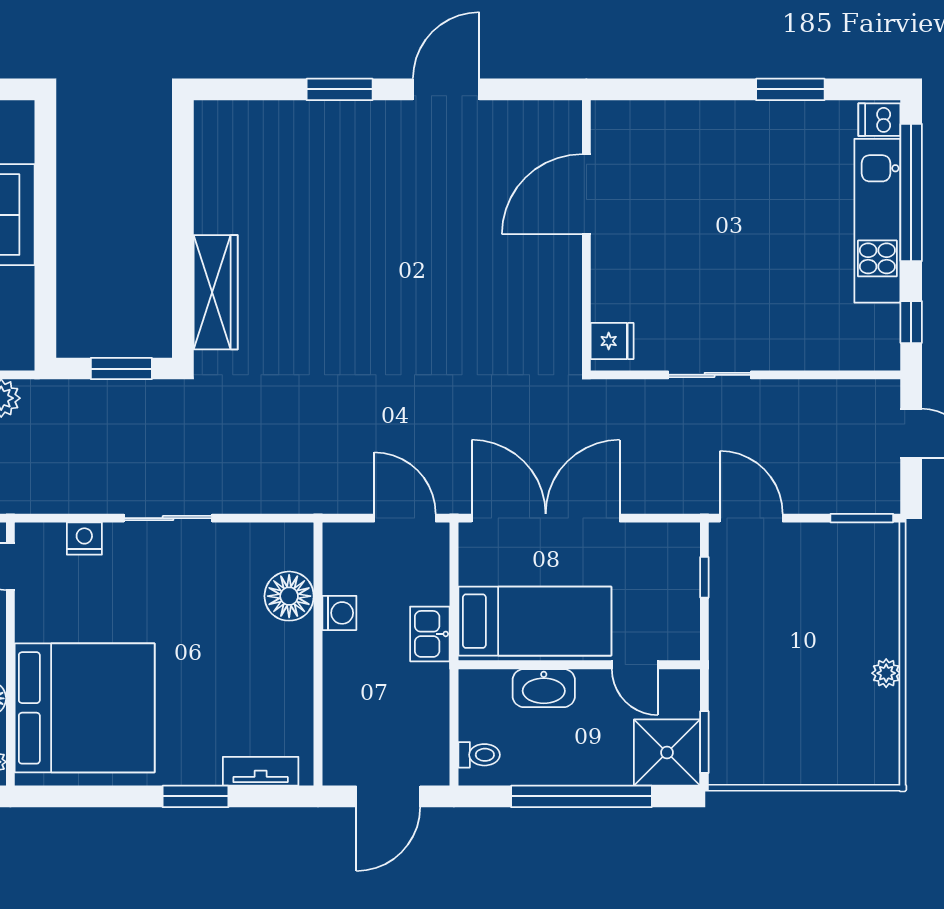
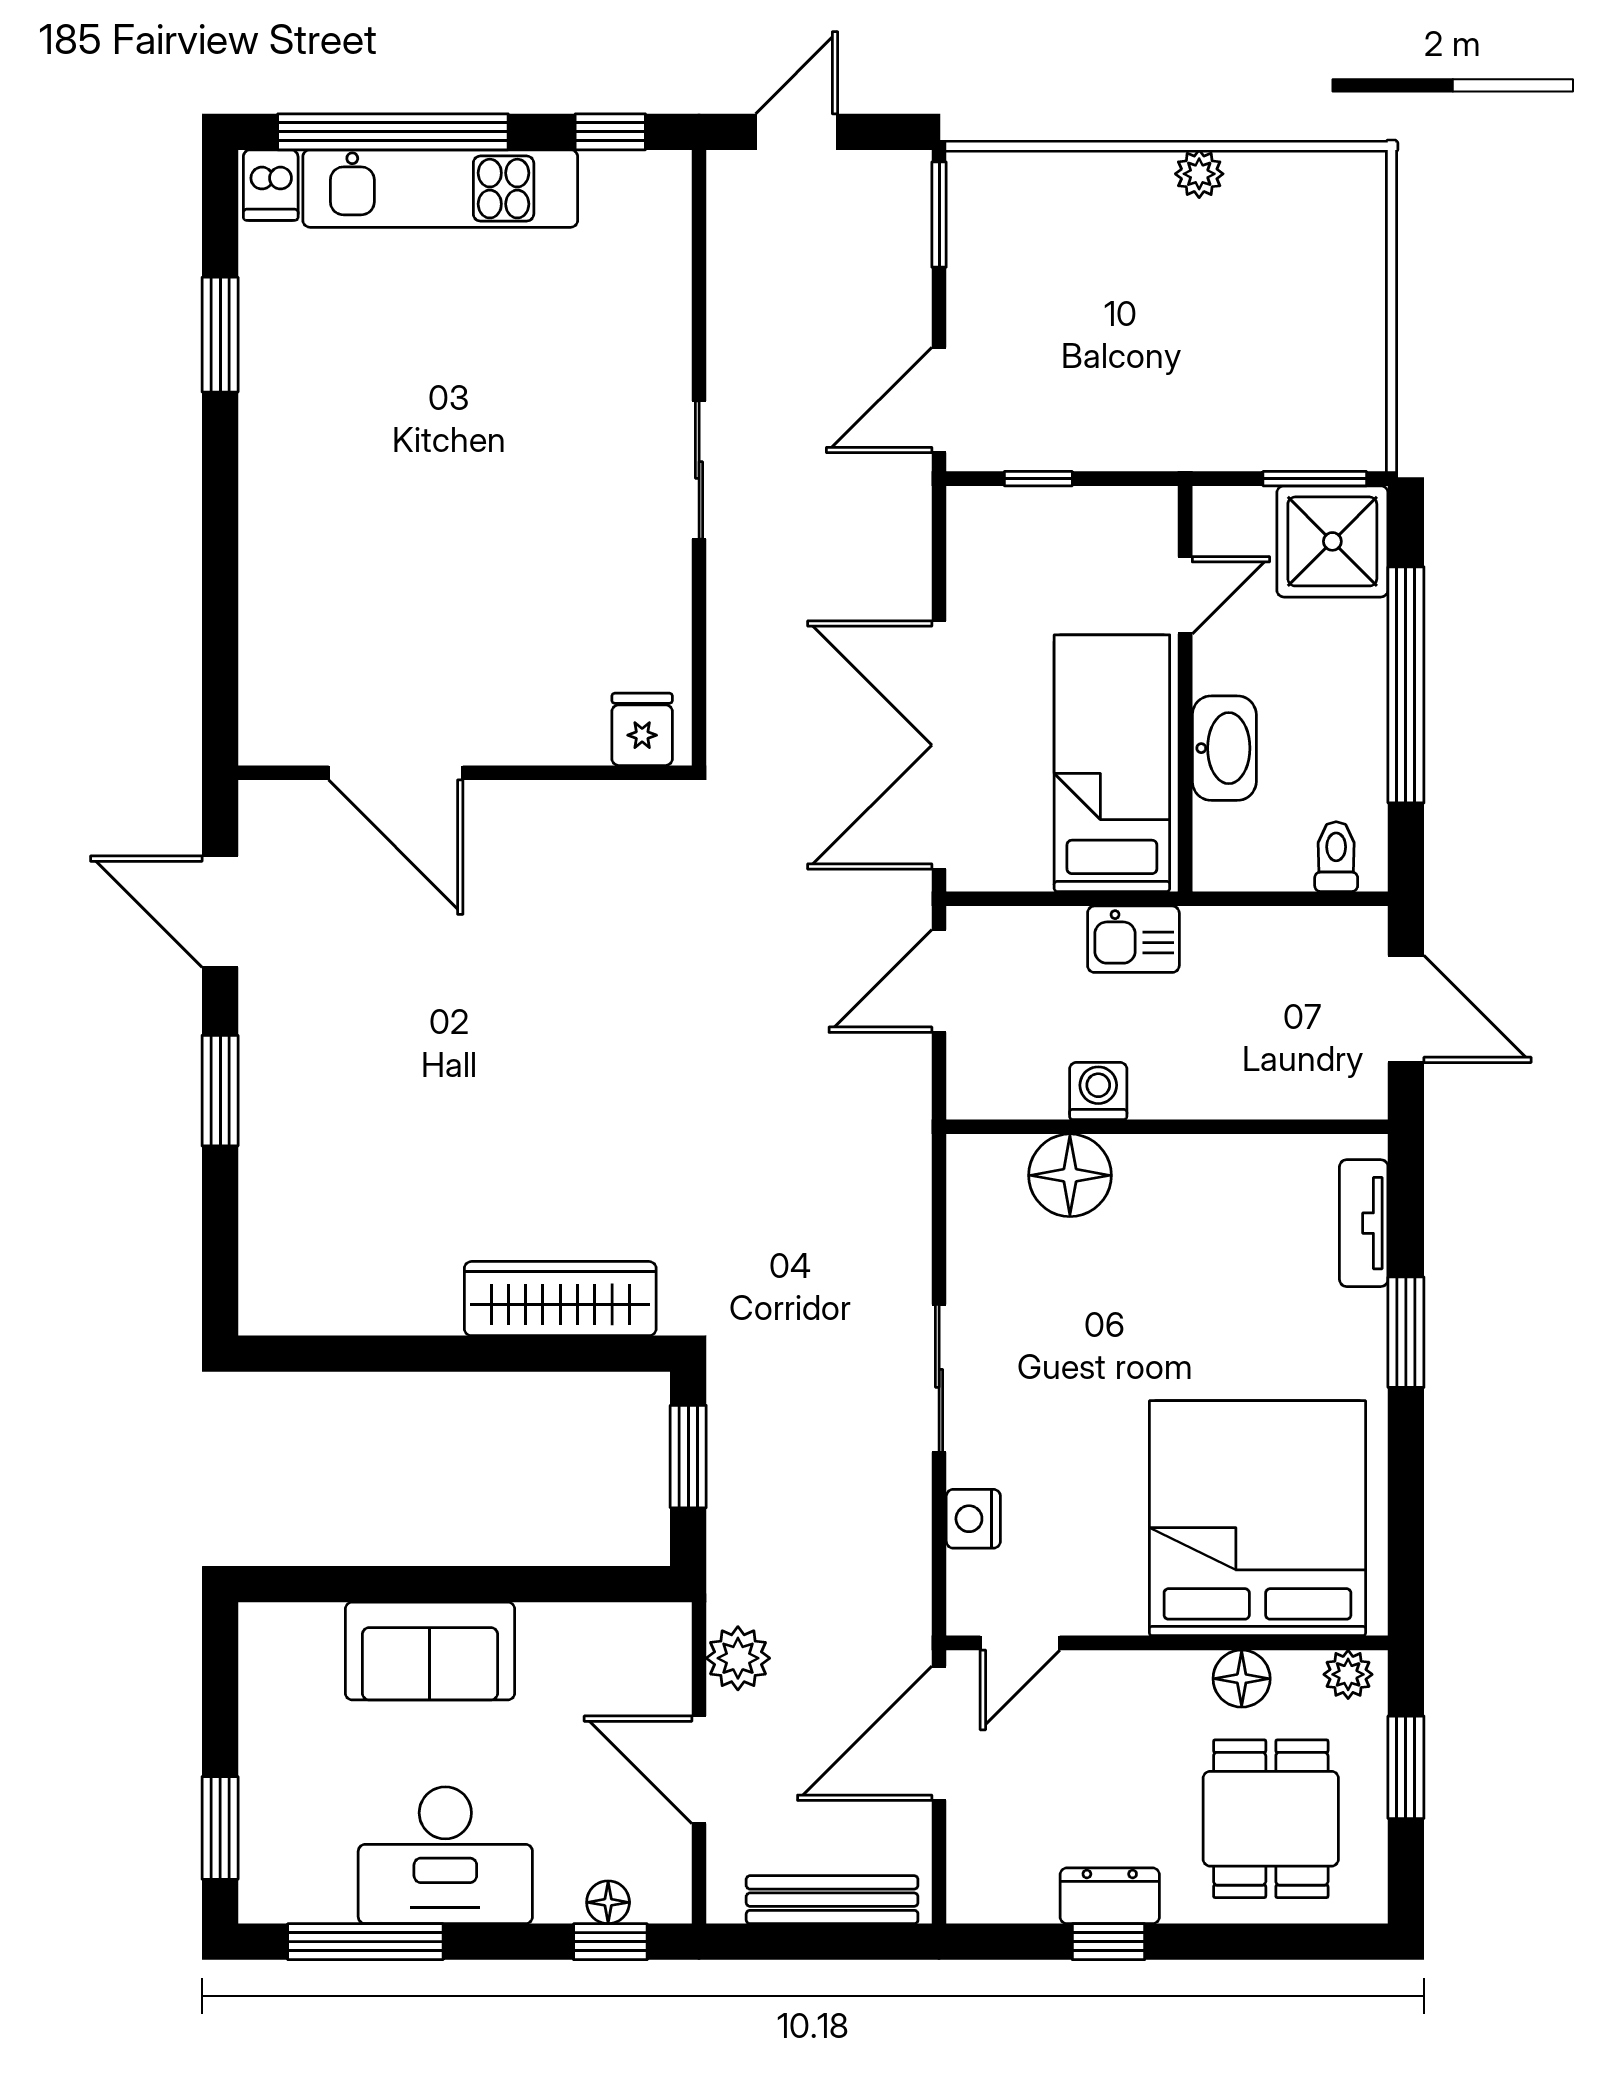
door: (586, 194) -> (396, 773), moved
wall: (586, 235) -> (465, 773), moved
fridge: (612, 341) -> (642, 729), moved

